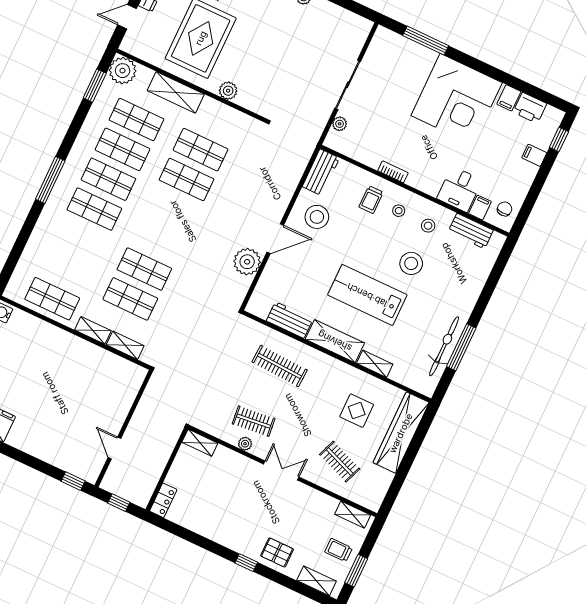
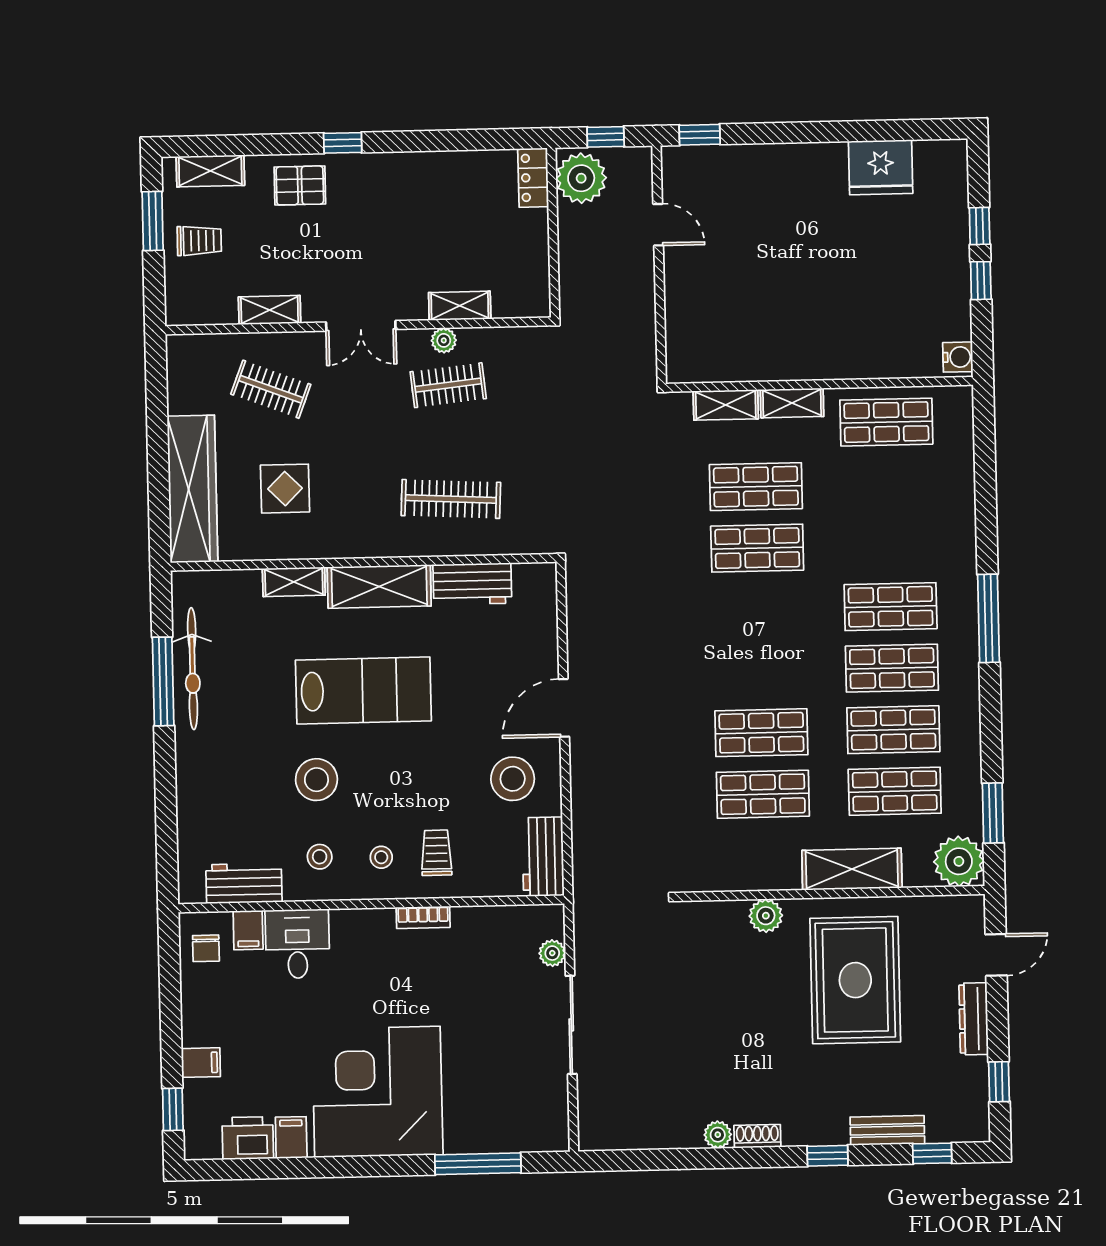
plant: (247, 262) -> (581, 178), moved
shelving: (200, 443) -> (460, 306), moved
shelving: (353, 515) -> (270, 310), moved

